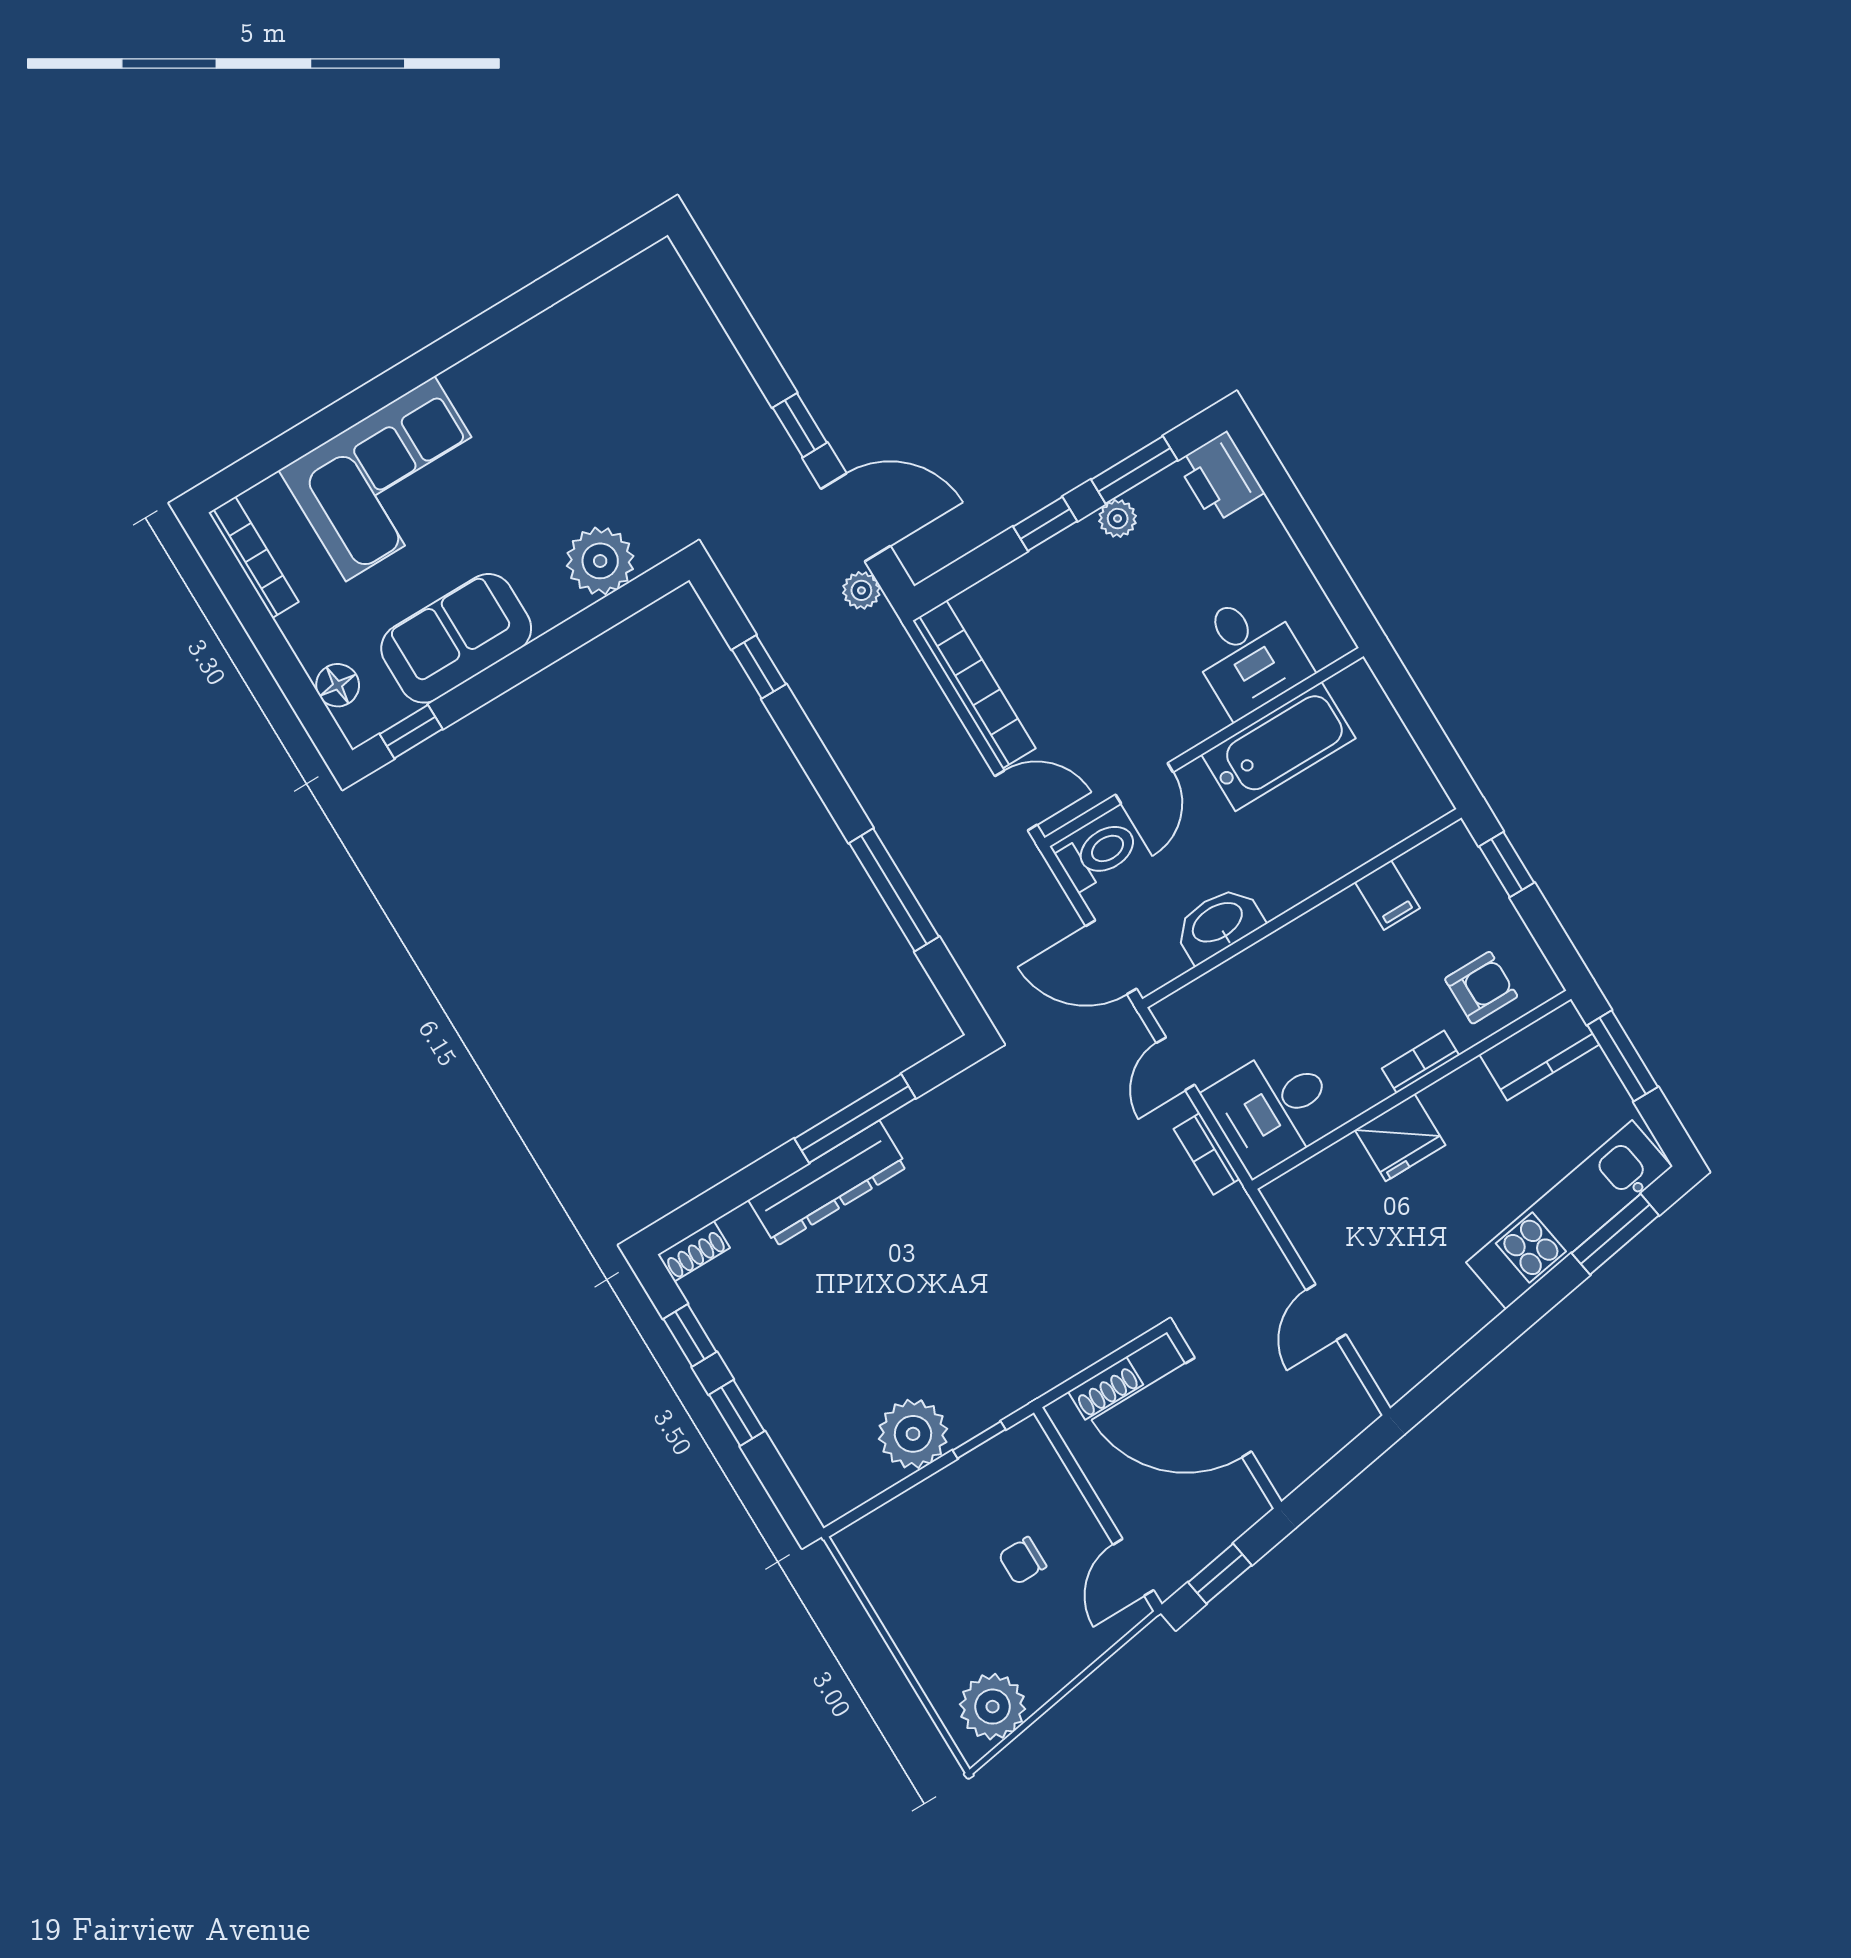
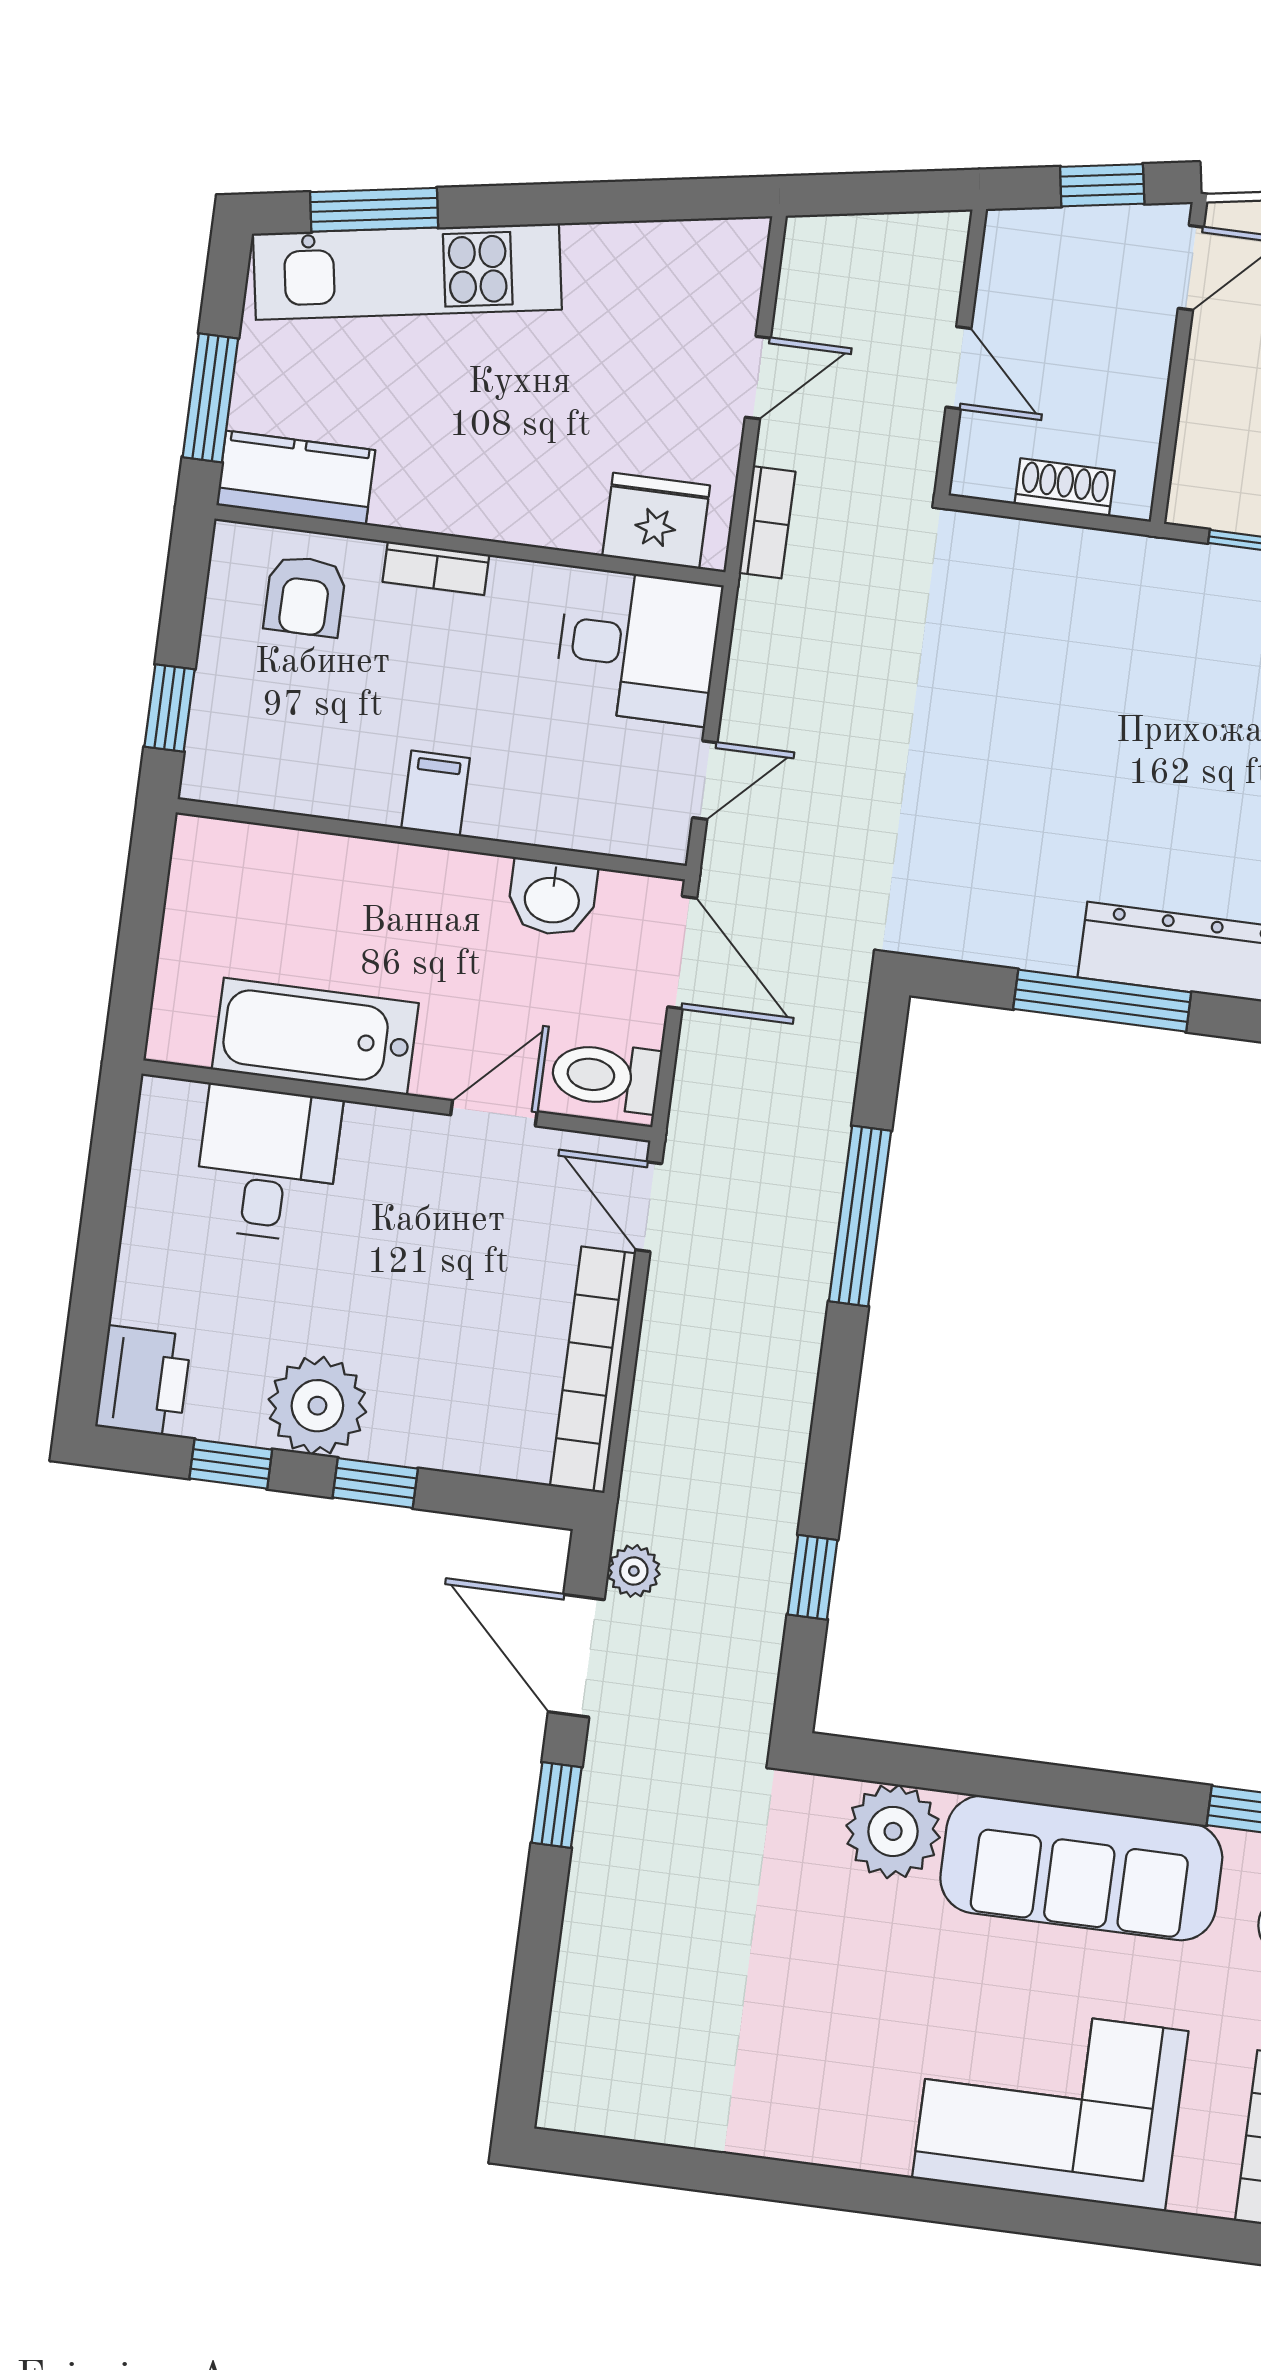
window: (1134, 470) -> (231, 1464), width x0.67
plant: (1118, 519) -> (317, 1406), width x1.88, depth x1.88
sofa: (456, 638) -> (1081, 1868), width x1.36
filing cabinet: (1387, 895) -> (436, 793), moved
washbasin: (1218, 924) -> (552, 898), width x0.72
armchair: (1481, 988) -> (305, 596), turned -90
fridge: (1400, 1138) -> (656, 521), moved
bookcase: (1207, 1154) -> (767, 522), moved
door: (1218, 1407) -> (958, 368), width x0.53

